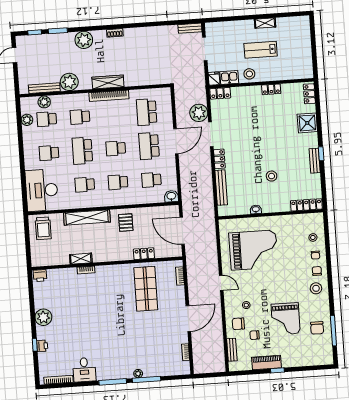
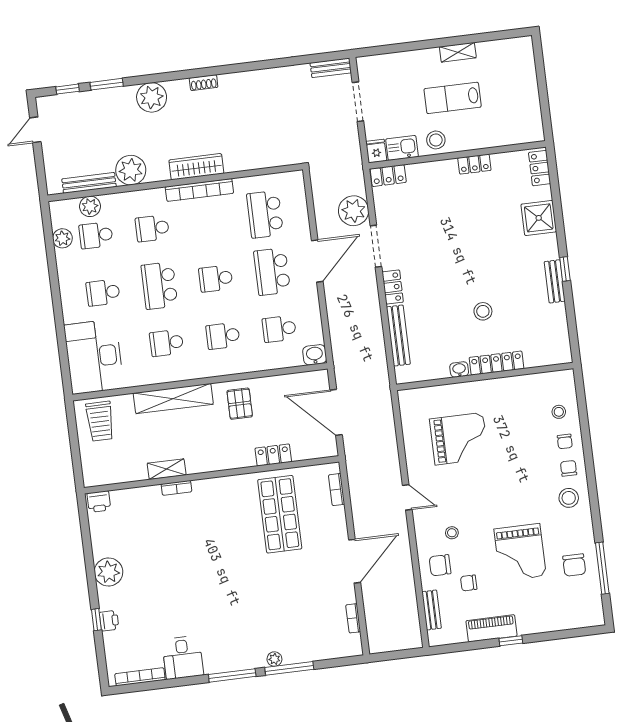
locker: (306, 205) -> (496, 363), moved
grand piano: (253, 250) -> (459, 439), width x0.73, depth x0.68

